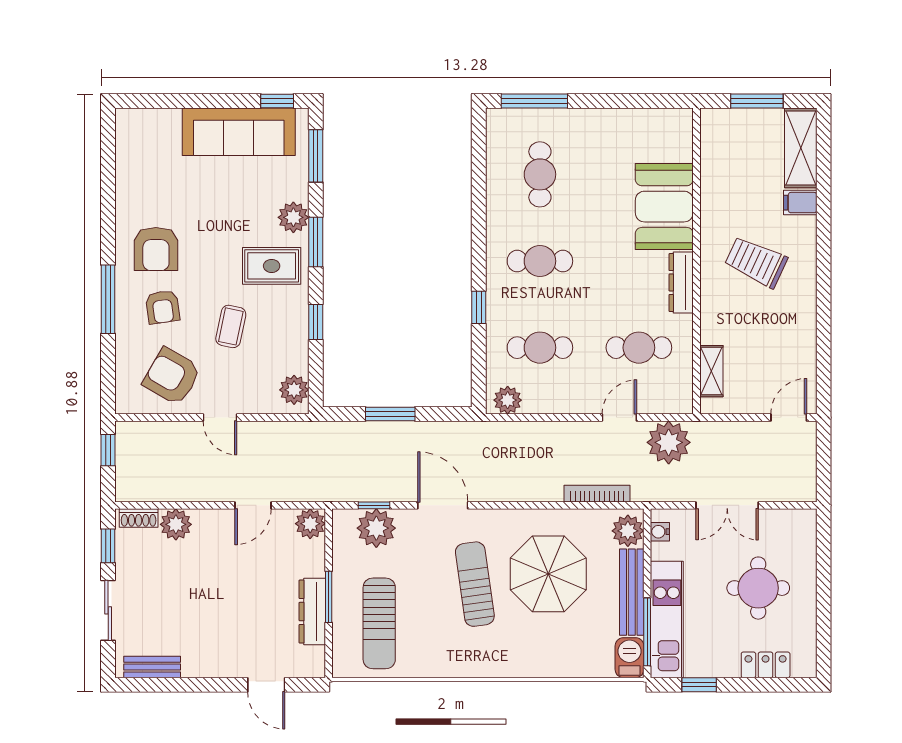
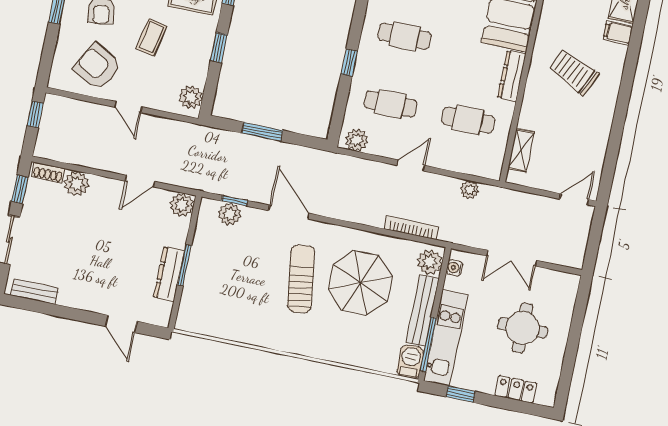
door: (619, 418) -> (411, 165), moved
plant: (669, 442) -> (470, 190), width x0.53, depth x0.53
plant: (376, 528) -> (230, 214), width x0.73, depth x0.73
sun lounger: (379, 623) -> (220, 294), removed

